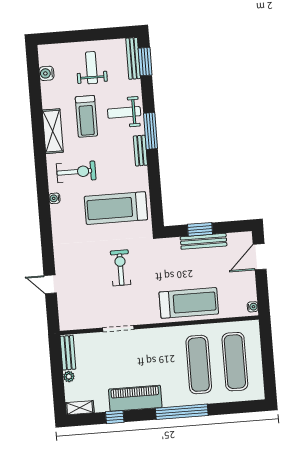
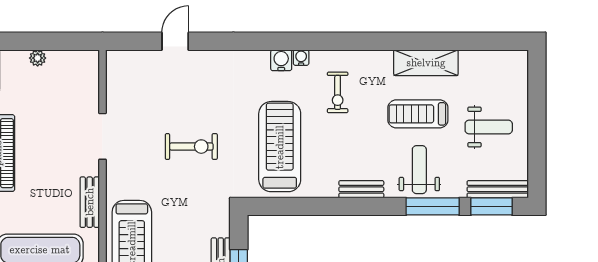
water cooler: (47, 73) -> (281, 60), moved
shelving: (53, 131) -> (426, 63), moved
window: (151, 131) -> (433, 206), moved
exercise bike: (76, 172) -> (338, 92), width x0.73, depth x0.72
bench: (68, 353) -> (90, 202), moved, turned 90

